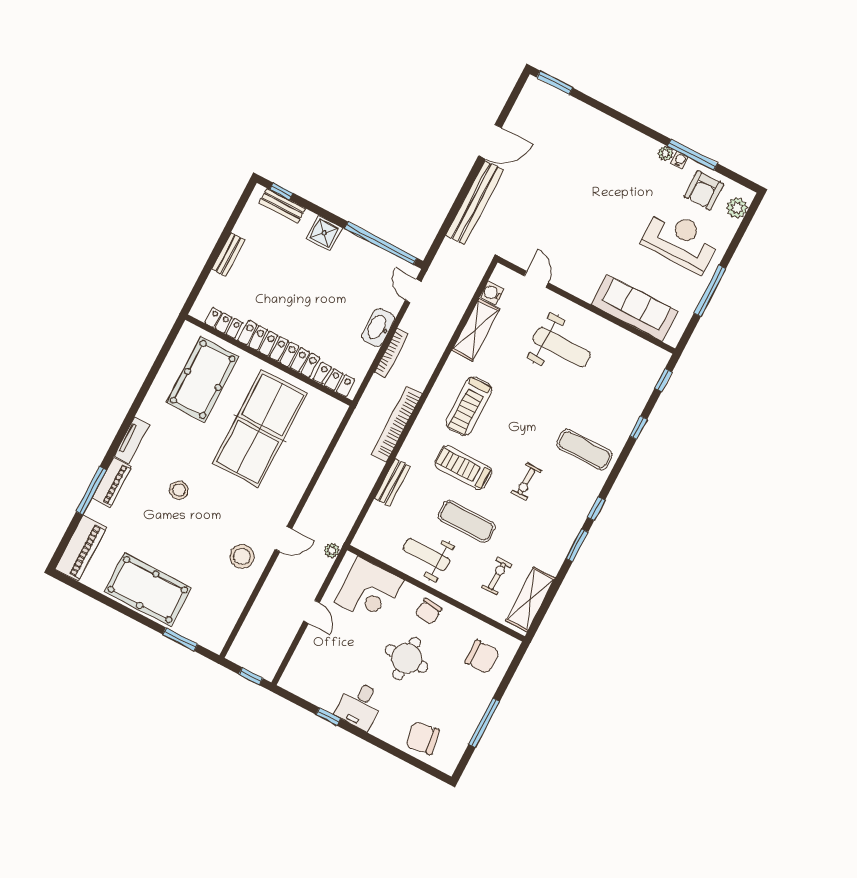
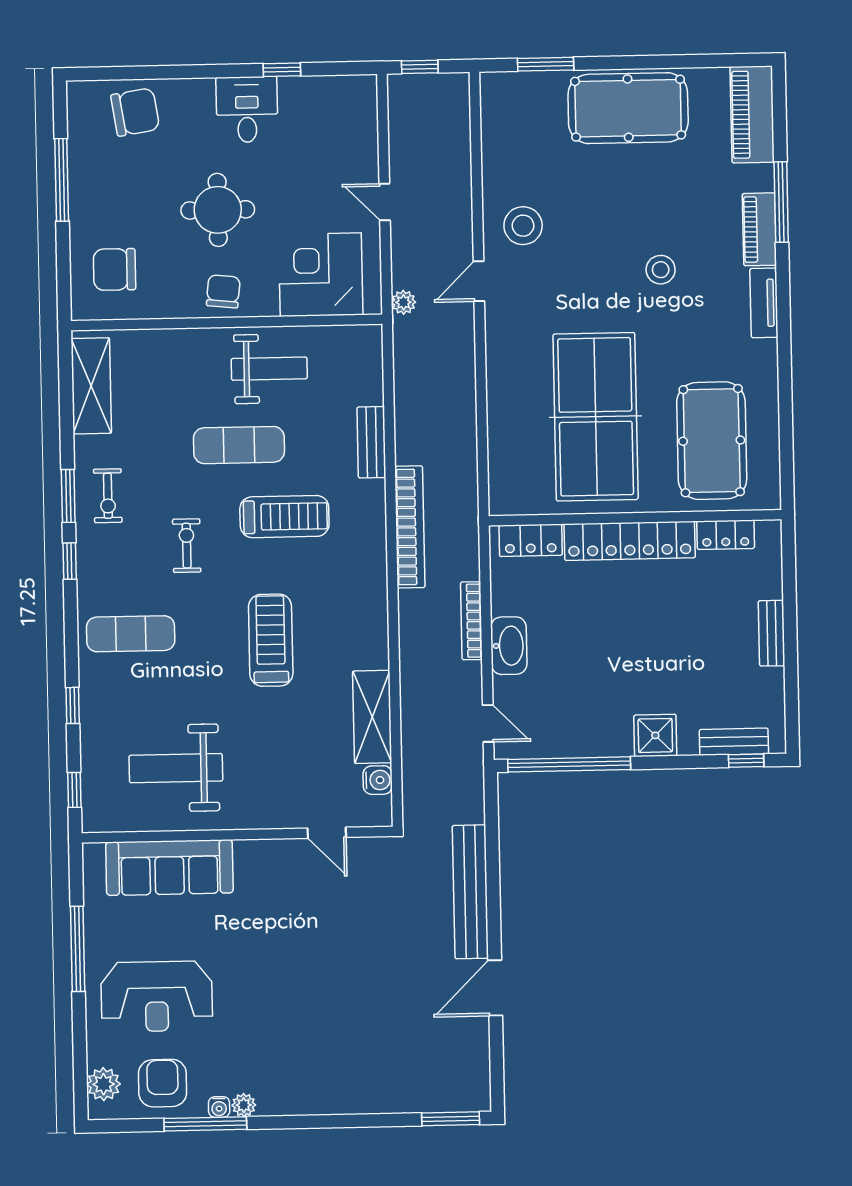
weight bench: (562, 347) -> (176, 768), moved
treadmill: (469, 406) -> (271, 640), moved
exercise bike: (497, 576) -> (108, 496), moved

